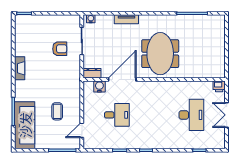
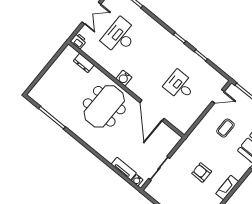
tv unit: (126, 19) -> (124, 169), moved
armchair: (60, 49) -> (202, 172), moved
dresser: (92, 73) -> (84, 63), moved
door: (122, 80) -> (152, 110), hinge flipped
water cooler: (99, 87) -> (124, 78), moved

